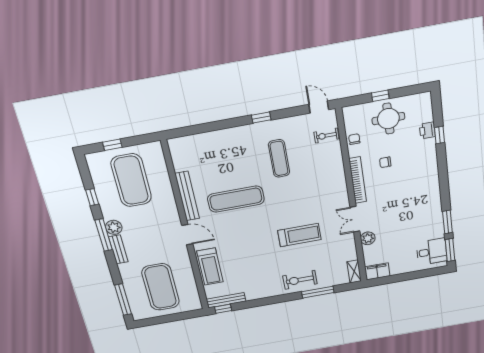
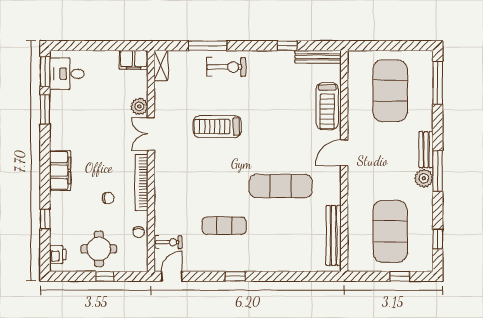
door: (319, 107) -> (172, 276), swing flipped
printer: (427, 130) -> (58, 255), moved
exercise mat: (279, 158) -> (224, 226), turned 90
filing cabinet: (430, 177) -> (60, 171), added
bench: (187, 196) -> (334, 235), moved
window: (92, 197) -> (438, 239), moved
double door: (355, 219) -> (151, 134), swing flipped
door: (187, 235) -> (344, 153), hinge flipped
treadmill: (210, 267) -> (327, 106), turned 180
window: (223, 309) -> (287, 46), moved

